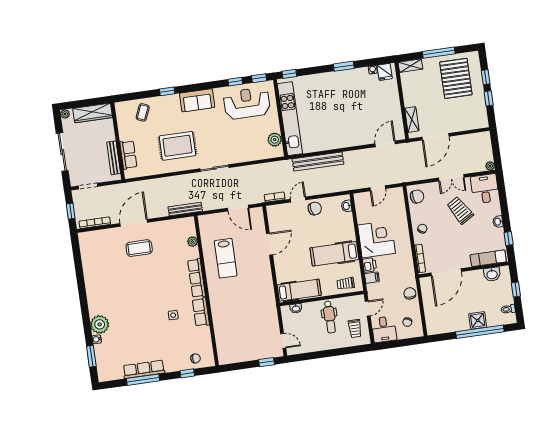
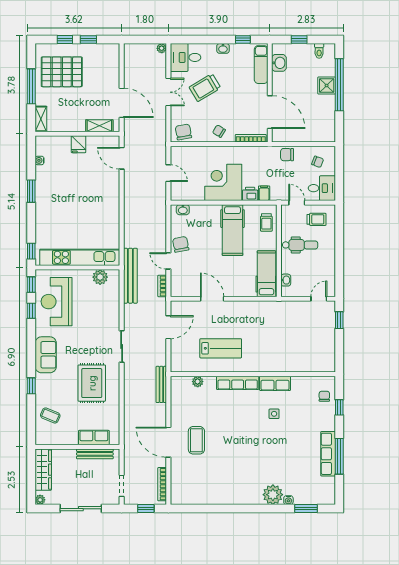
fridge: (385, 72) -> (79, 144), moved, turned 90
bench: (318, 162) -> (130, 276), moved

